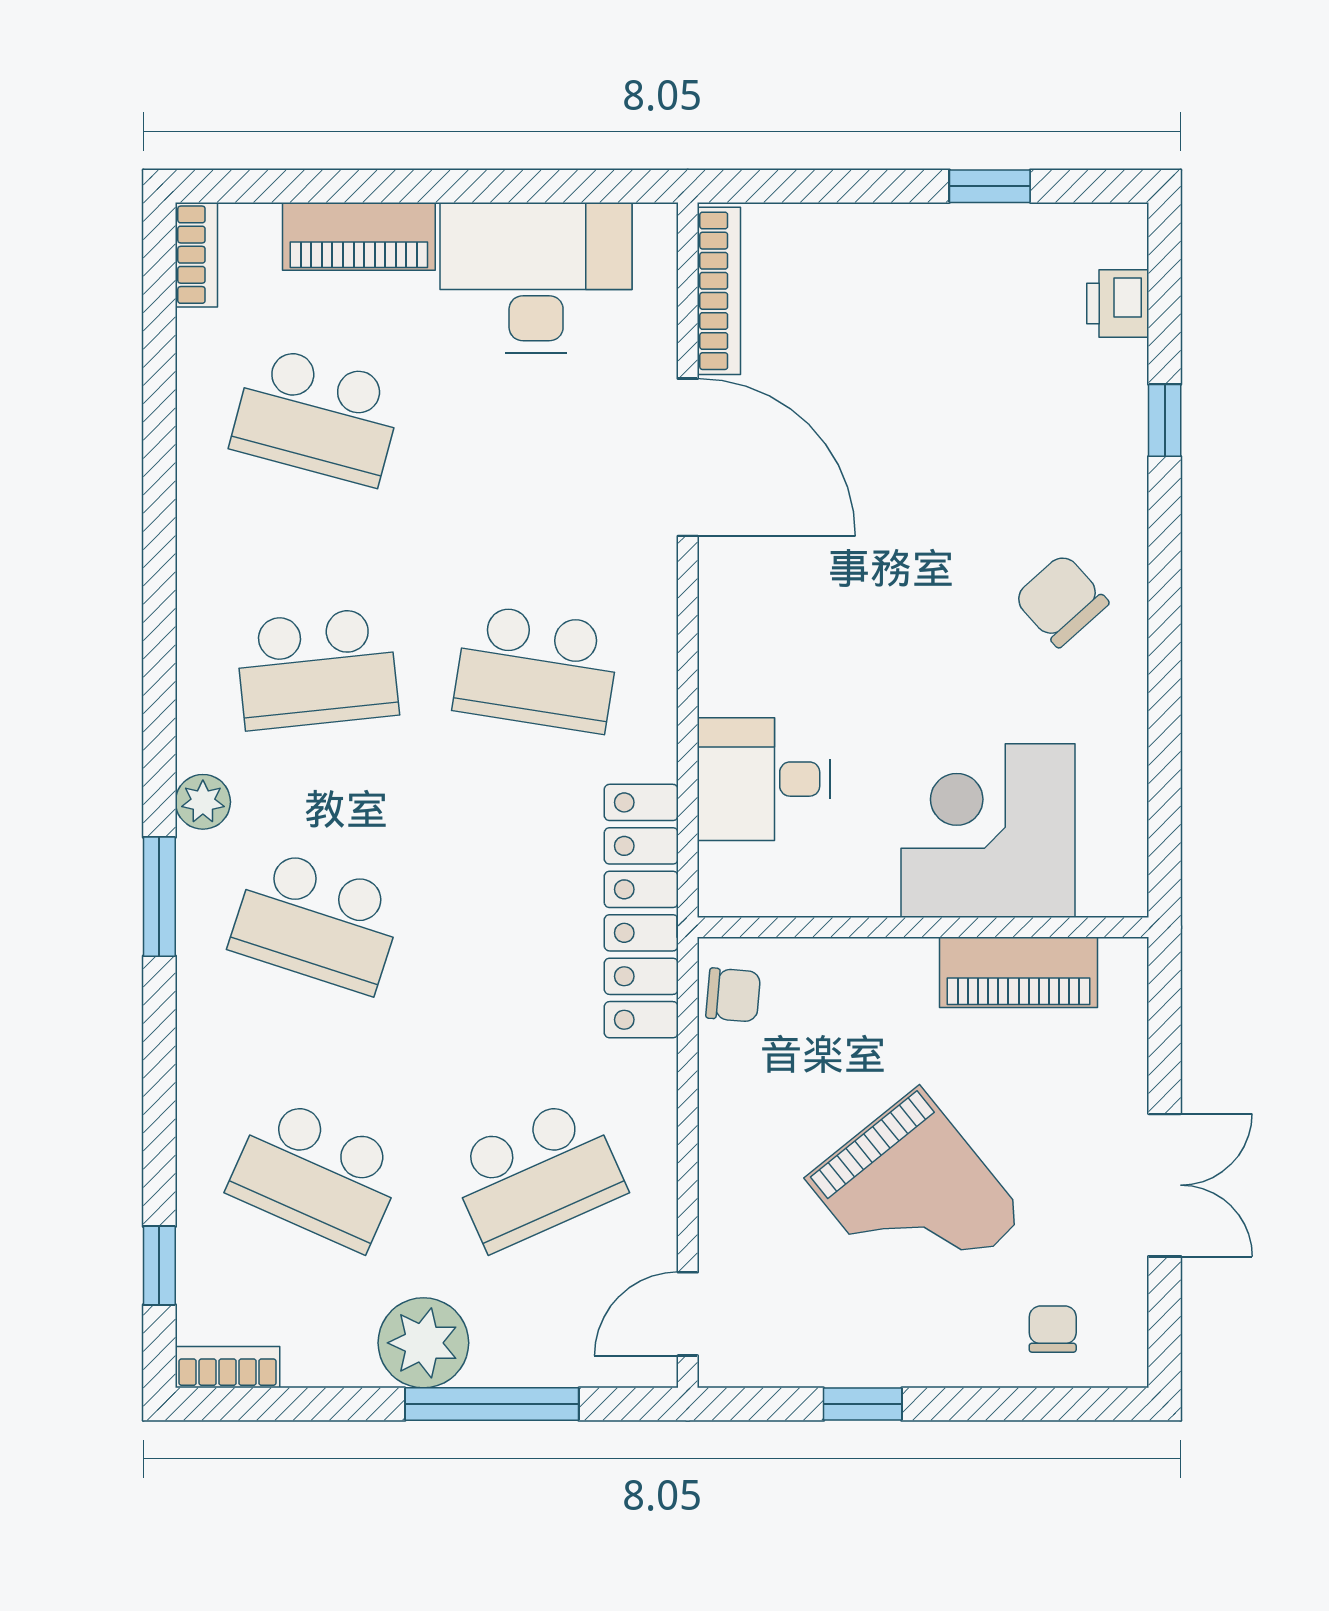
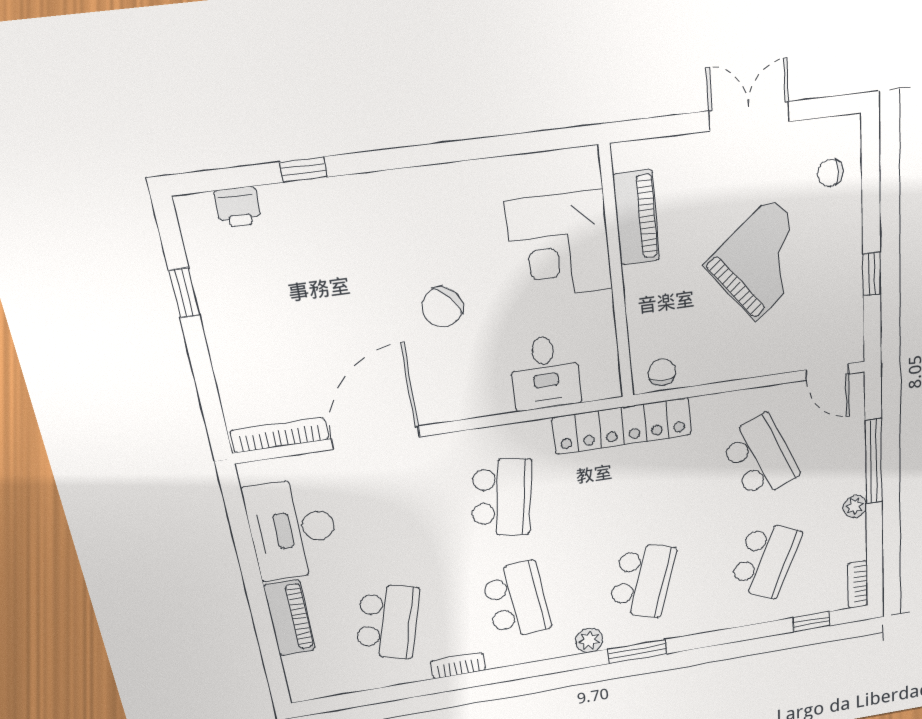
bookcase: (196, 255) -> (458, 665), moved
chair: (1061, 600) -> (442, 307), moved
plant: (423, 1343) -> (855, 506), width x0.53, depth x0.53

